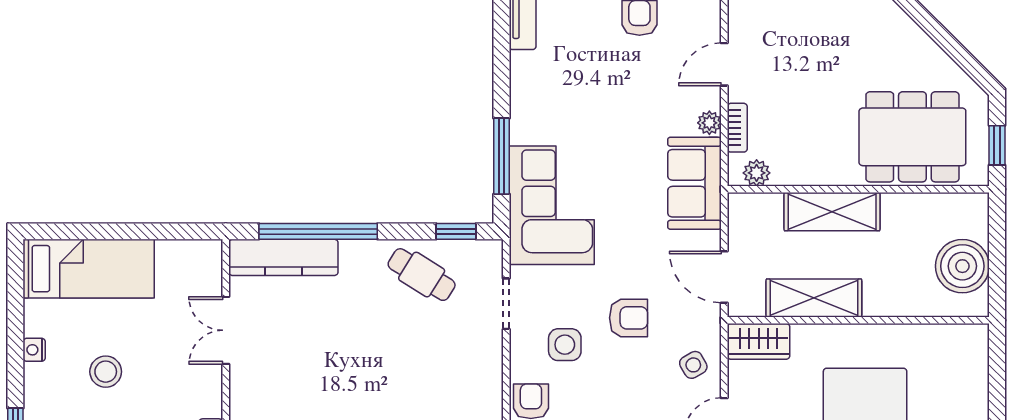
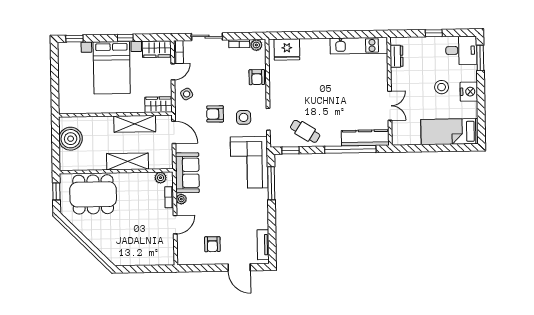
side table: (565, 345) -> (244, 117), moved
nightstand: (34, 350) -> (469, 92), width x1.89, depth x1.79

